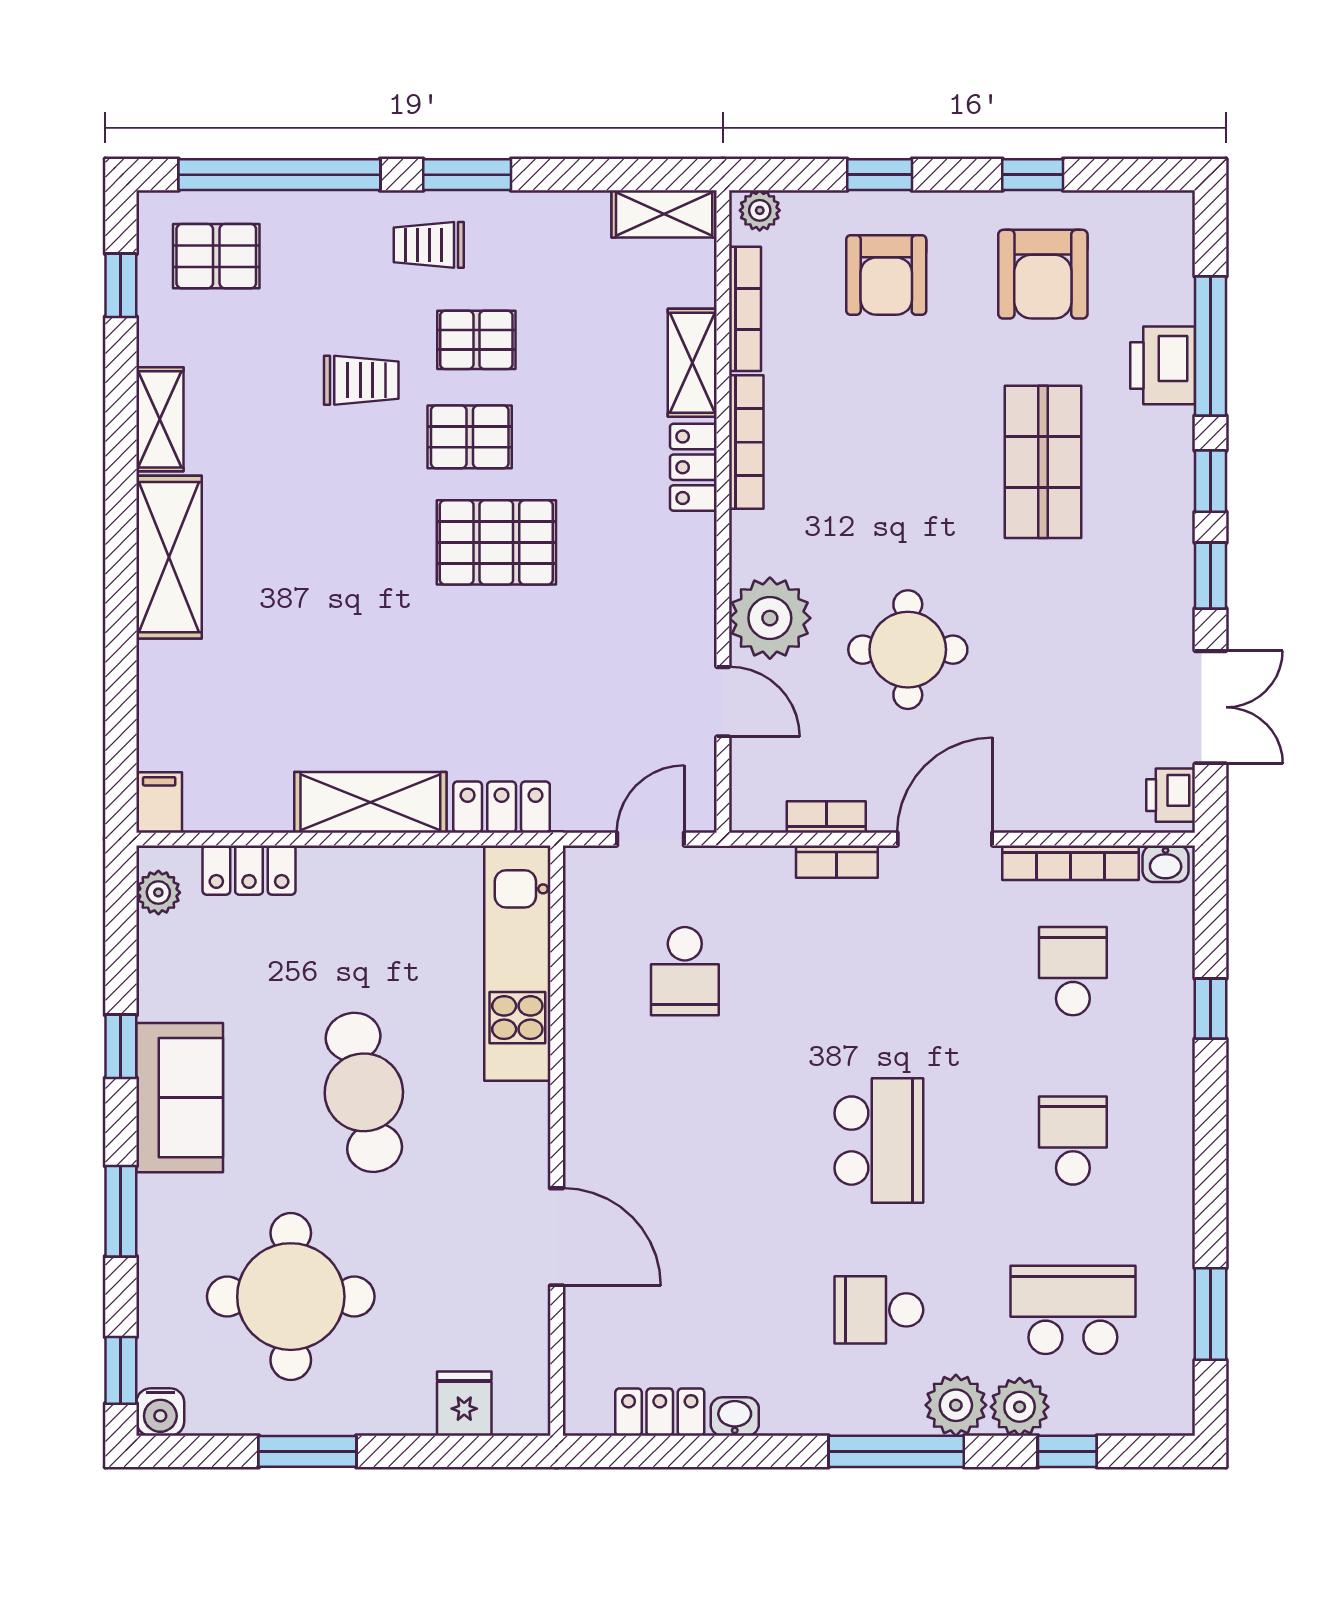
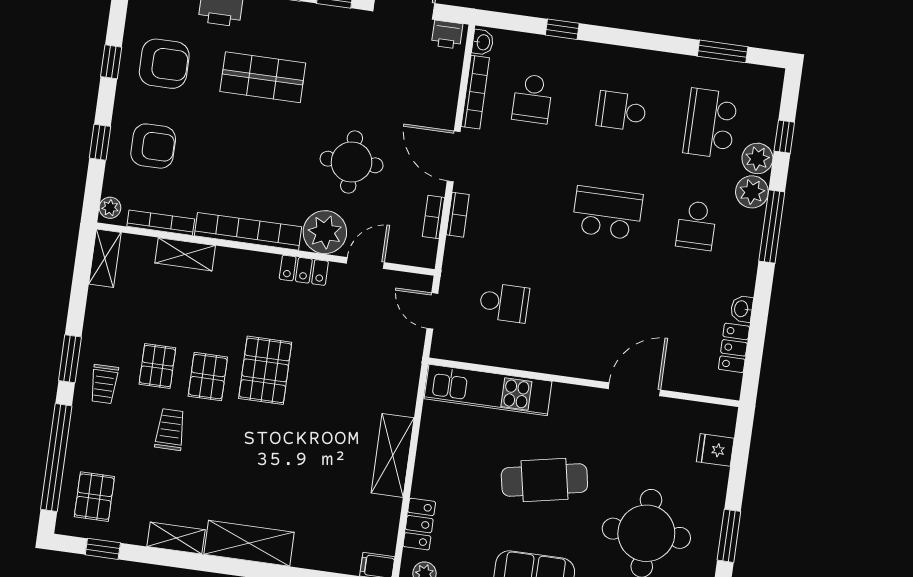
bookcase: (746, 442) -> (248, 231), width x1.48, depth x1.31
locker: (693, 467) -> (304, 270), moved
locker: (502, 807) -> (405, 387), removed
school desk: (1073, 971) -> (532, 99), turned -90

